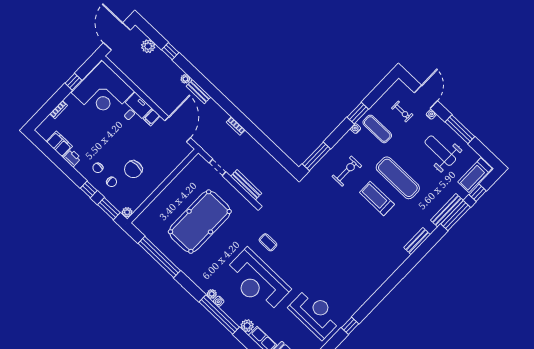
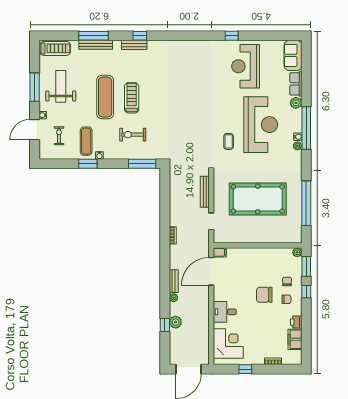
plant: (148, 46) -> (176, 322), moved
corner desk: (103, 92) -> (228, 343), width x0.74, depth x0.74
filing cabinet: (152, 117) -> (220, 252), moved
weight bench: (440, 151) -> (61, 86), turned 180
chair: (133, 169) -> (264, 295), moved, turned 180
window: (478, 193) -> (140, 36), moved
treadmill: (377, 198) -> (132, 98), turned 180

